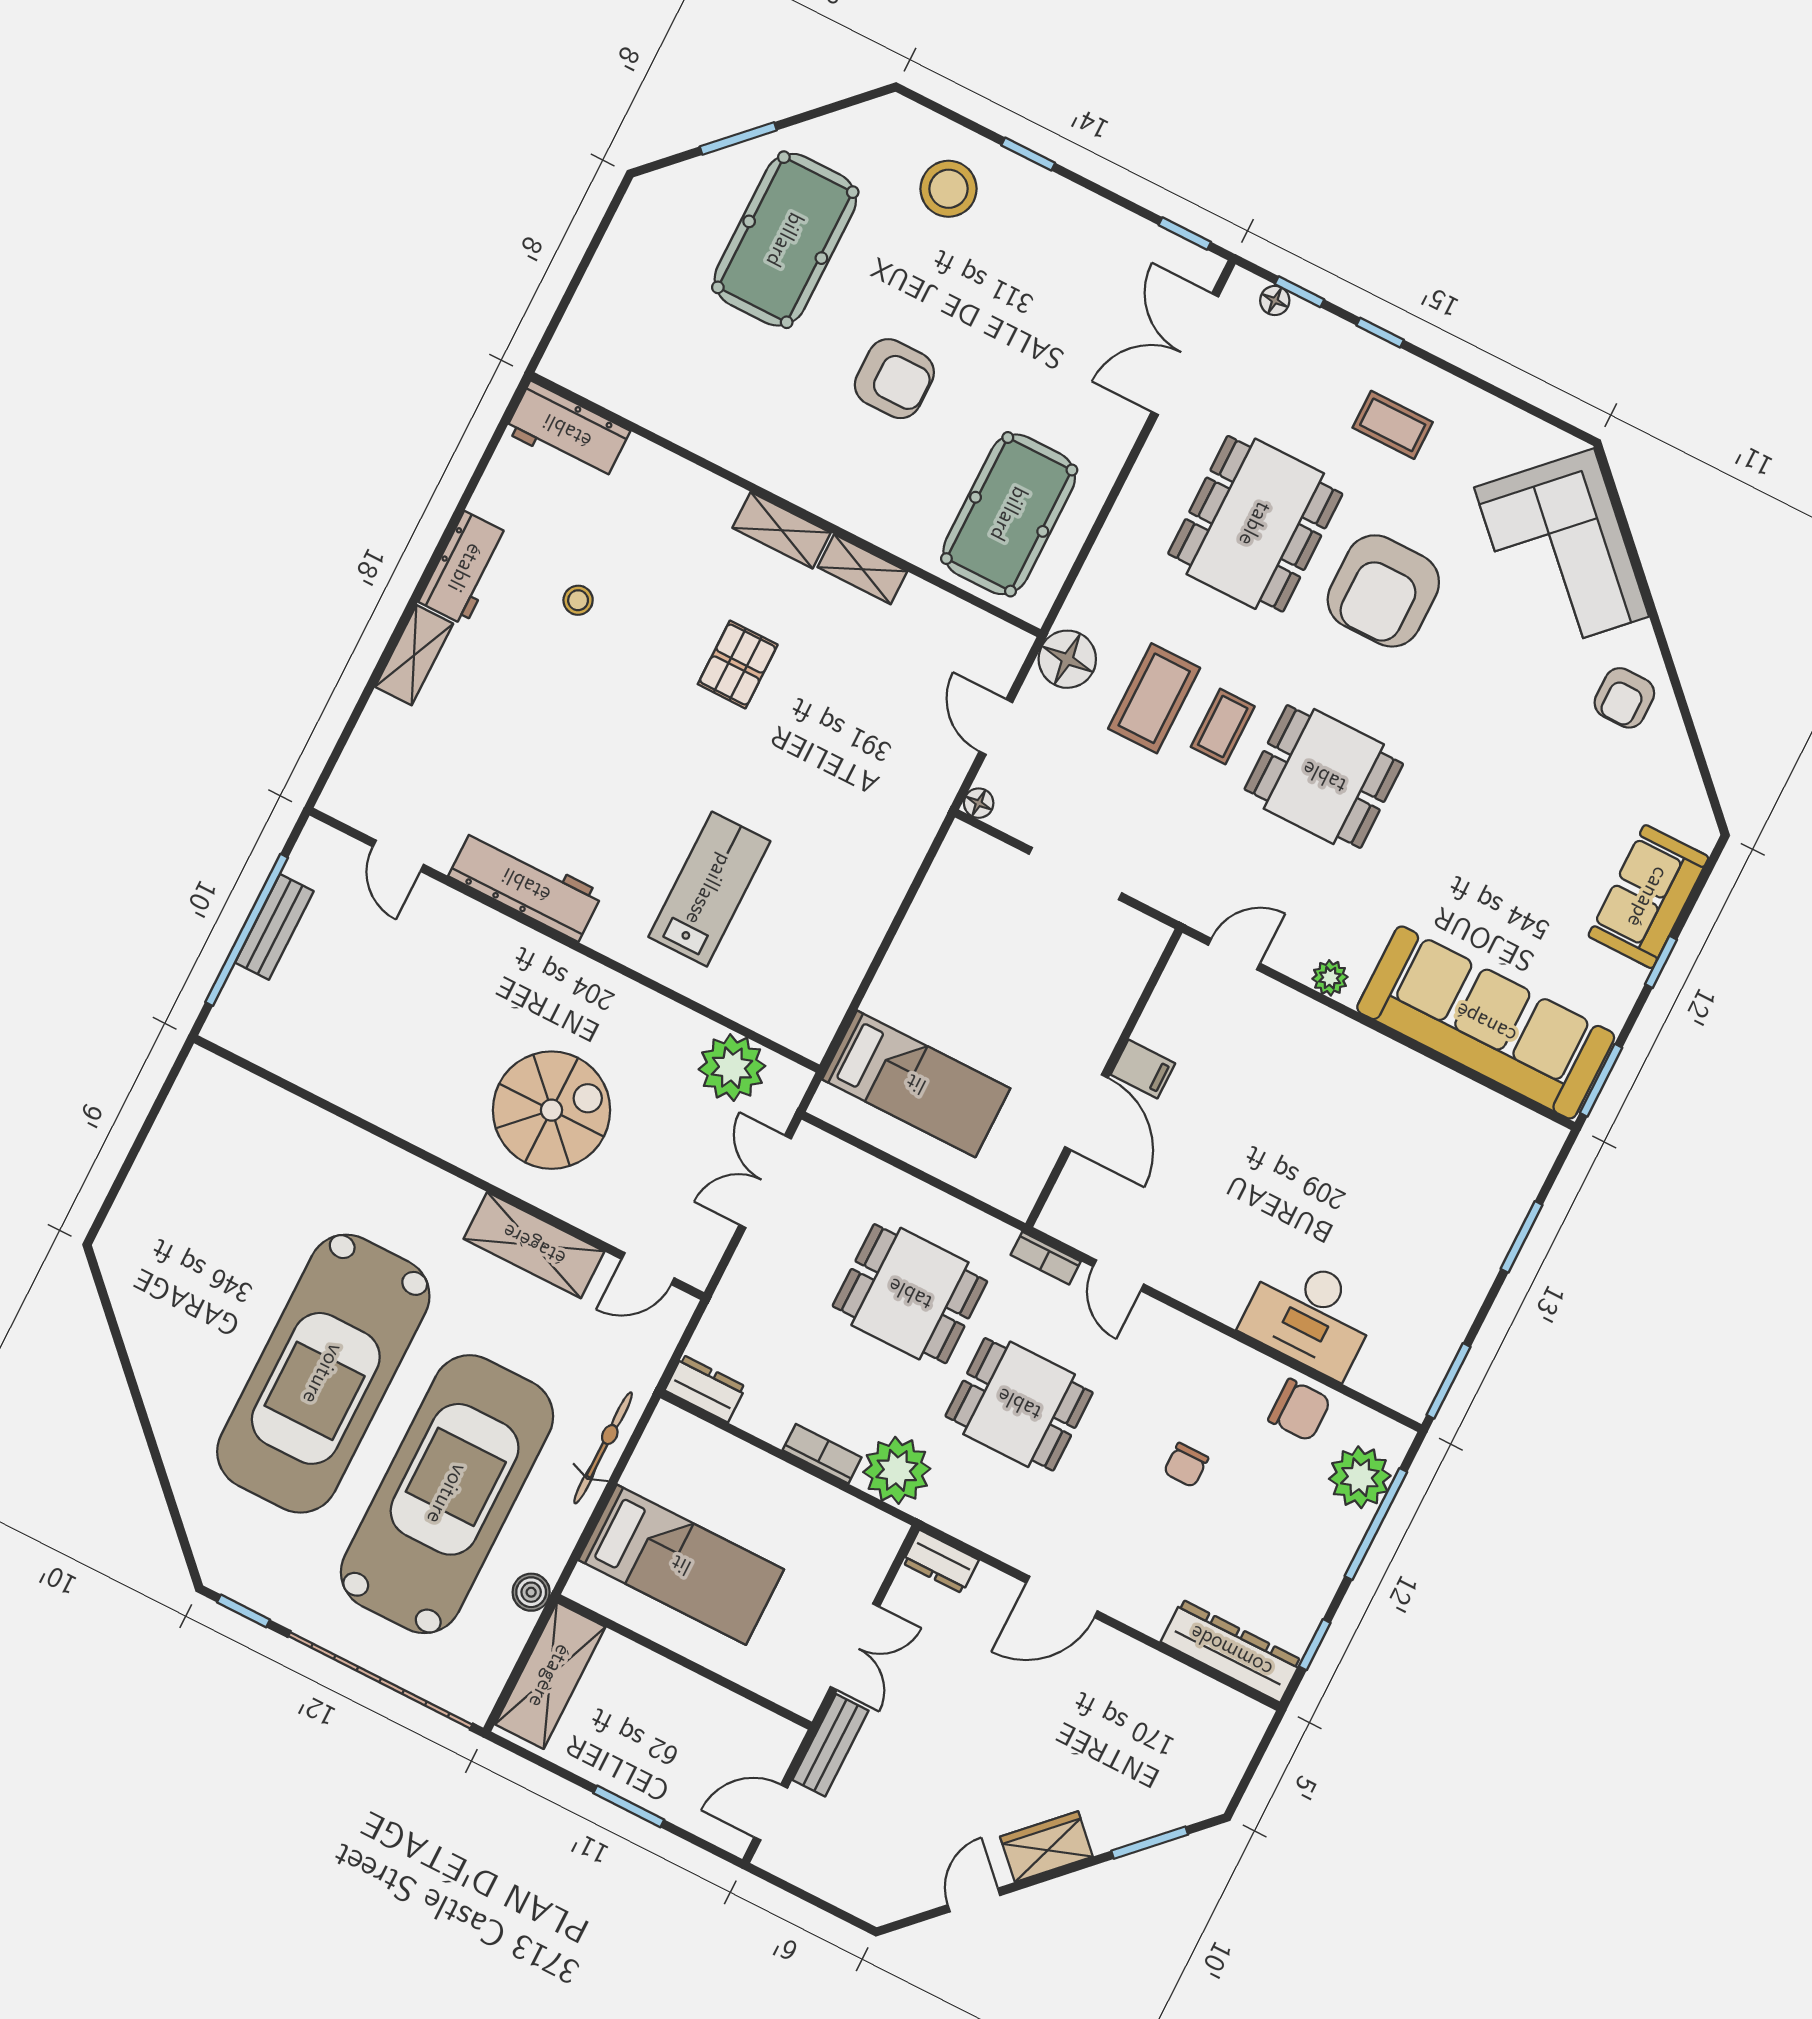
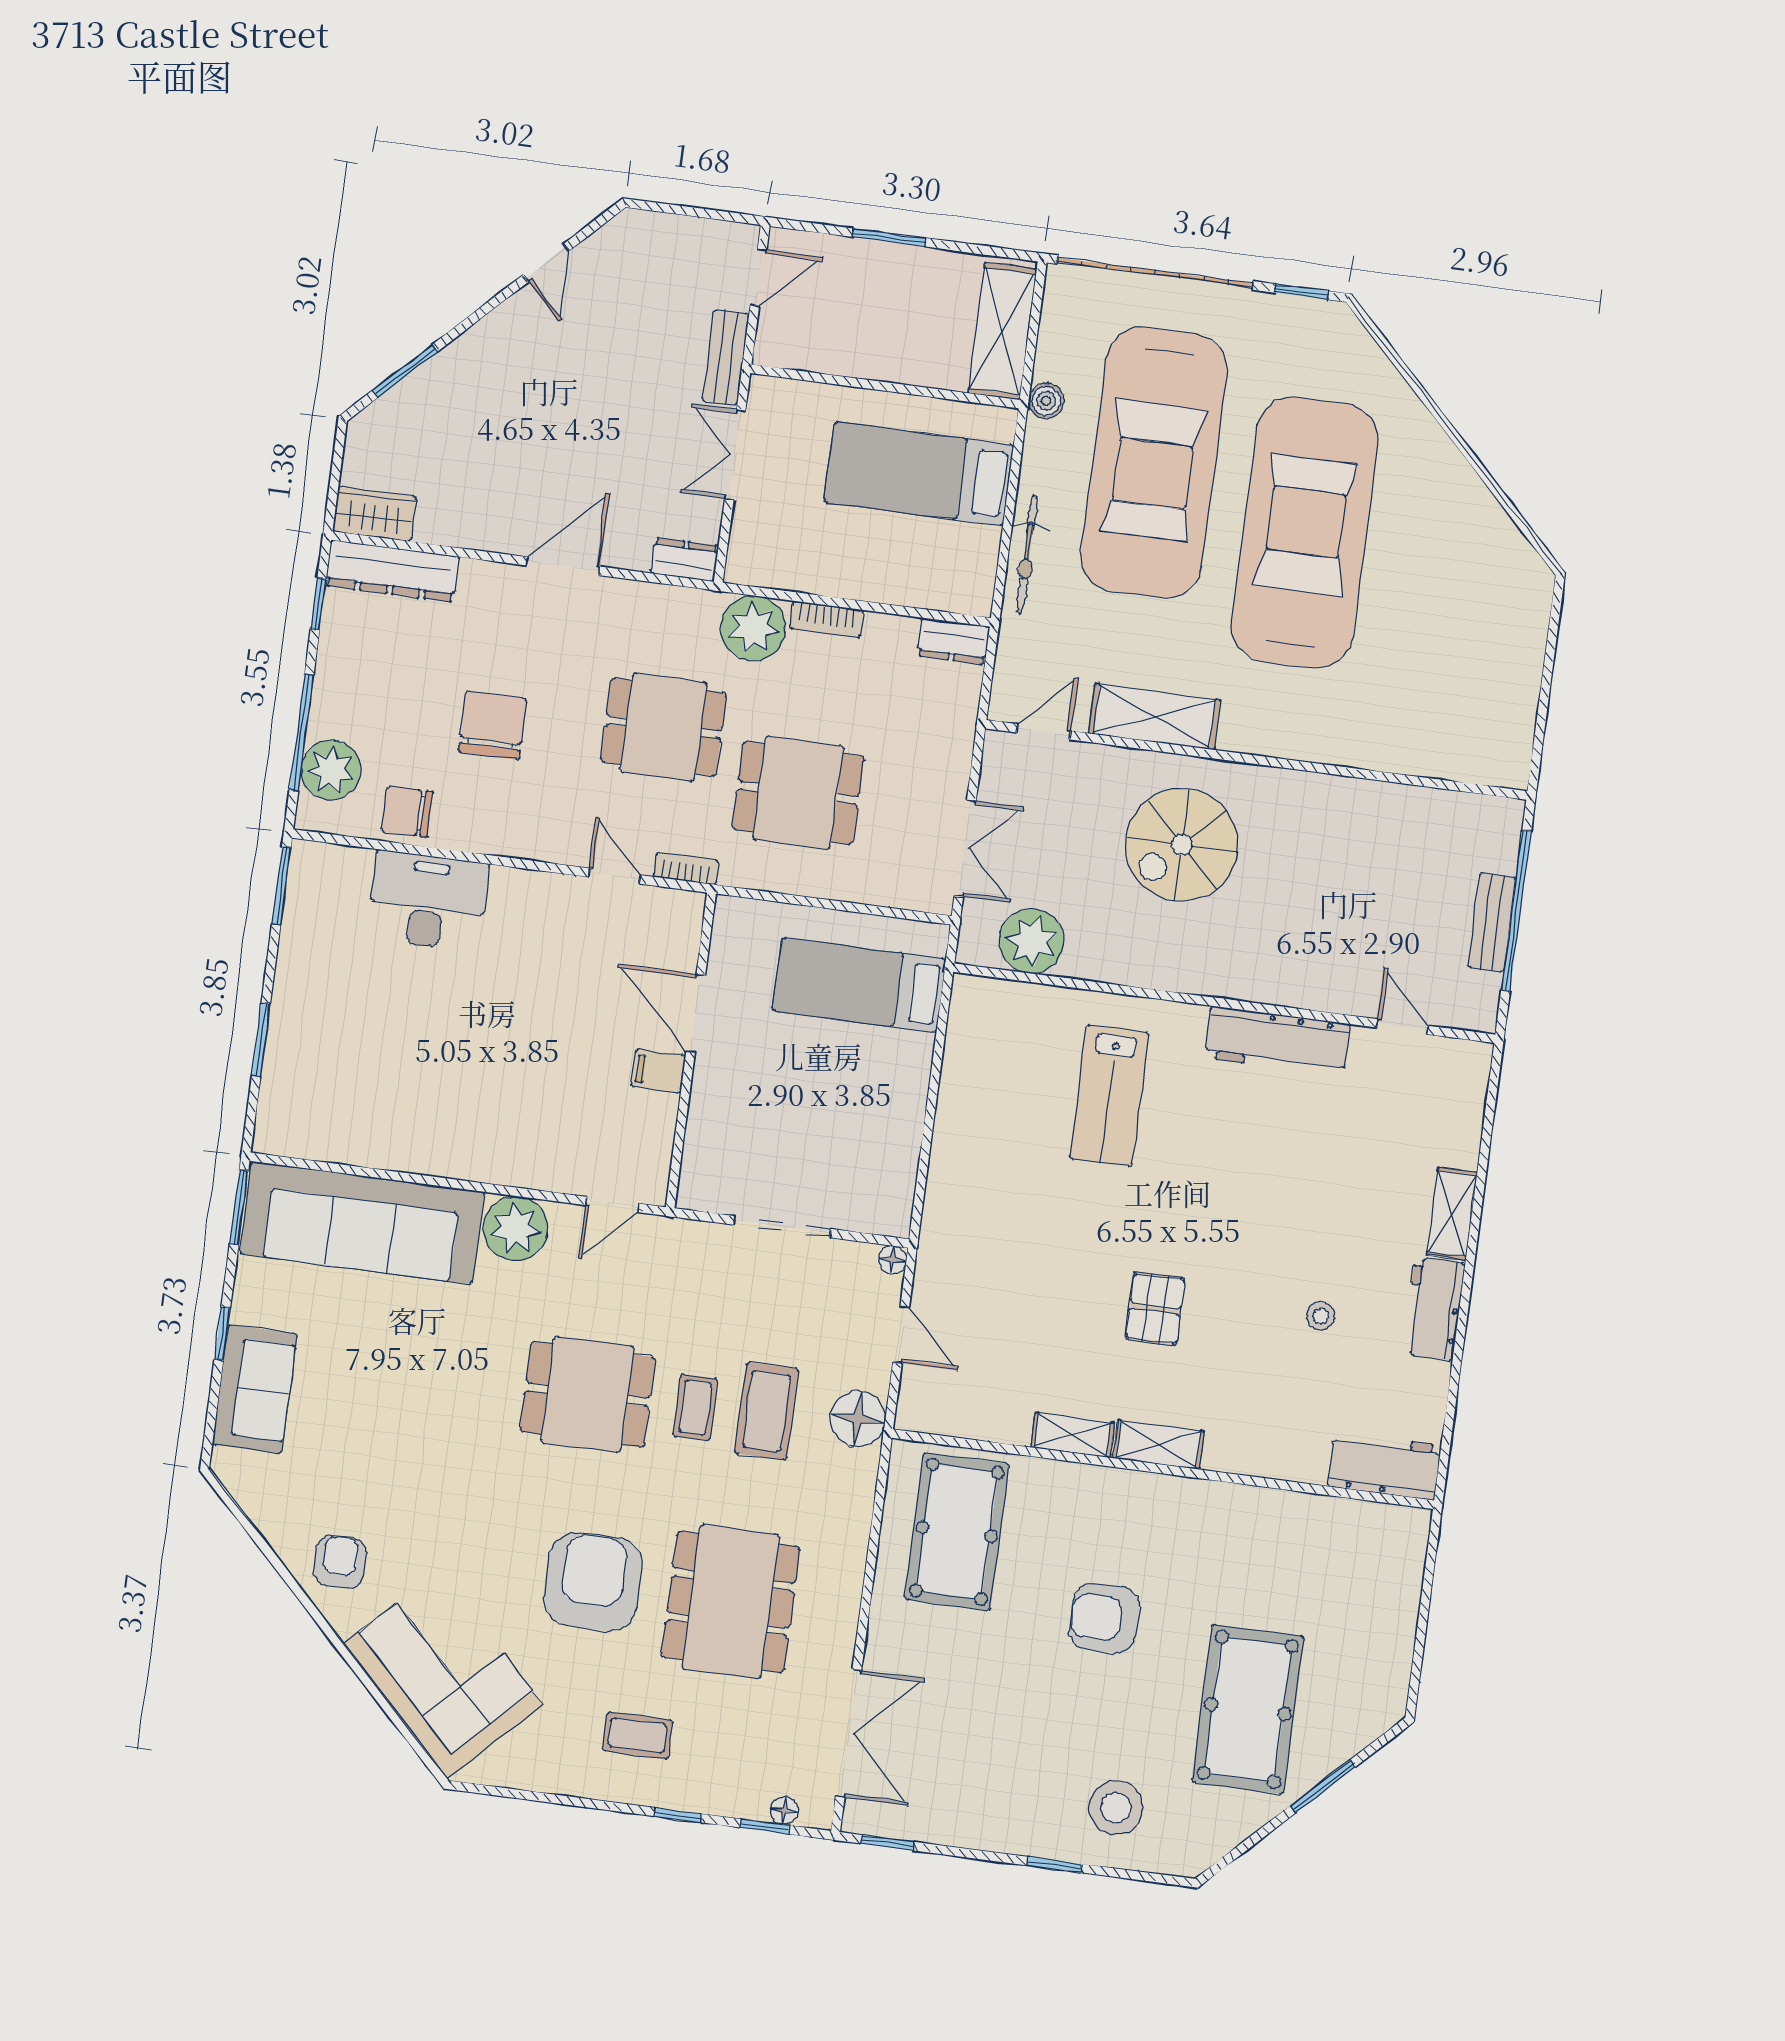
plant: (1330, 978) -> (516, 1228), width x1.88, depth x1.88
chair: (1186, 1465) -> (493, 725), width x1.87, depth x1.87
wardrobe: (1046, 1847) -> (374, 514), moved, turned -135

